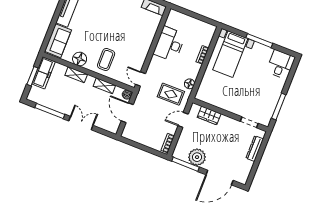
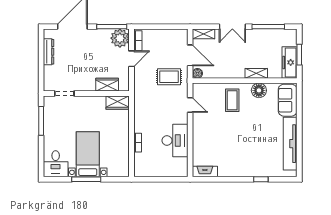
bed with nightstands: (230, 54) -> (88, 154), moved
door: (140, 79) -> (190, 105), moved
floor lamp: (190, 84) -> (139, 109), removed
shelving: (104, 86) -> (204, 34), moved
rug: (171, 94) -> (169, 77), moved
wardrobe: (206, 96) -> (118, 103), added
door: (183, 120) -> (131, 59), moved
dresser: (255, 149) -> (49, 52), moved
plant: (197, 157) -> (120, 38), moved

